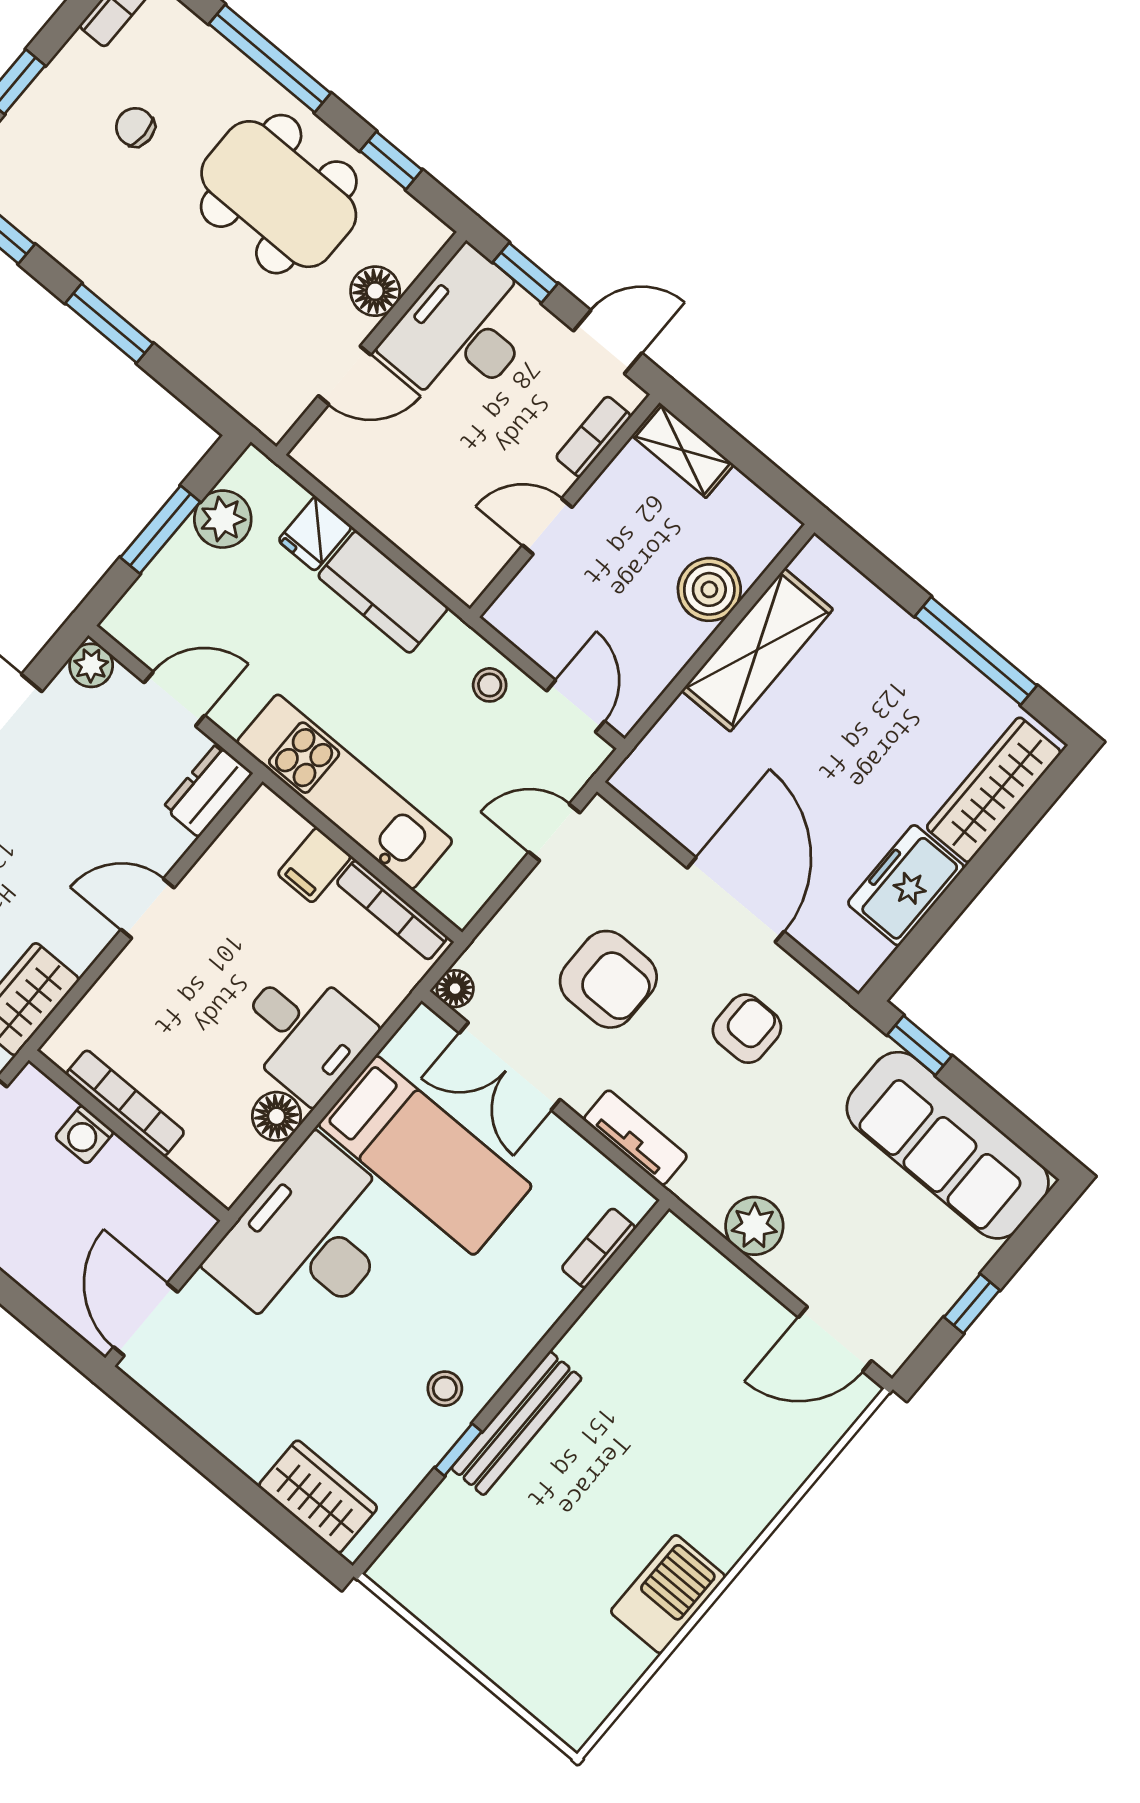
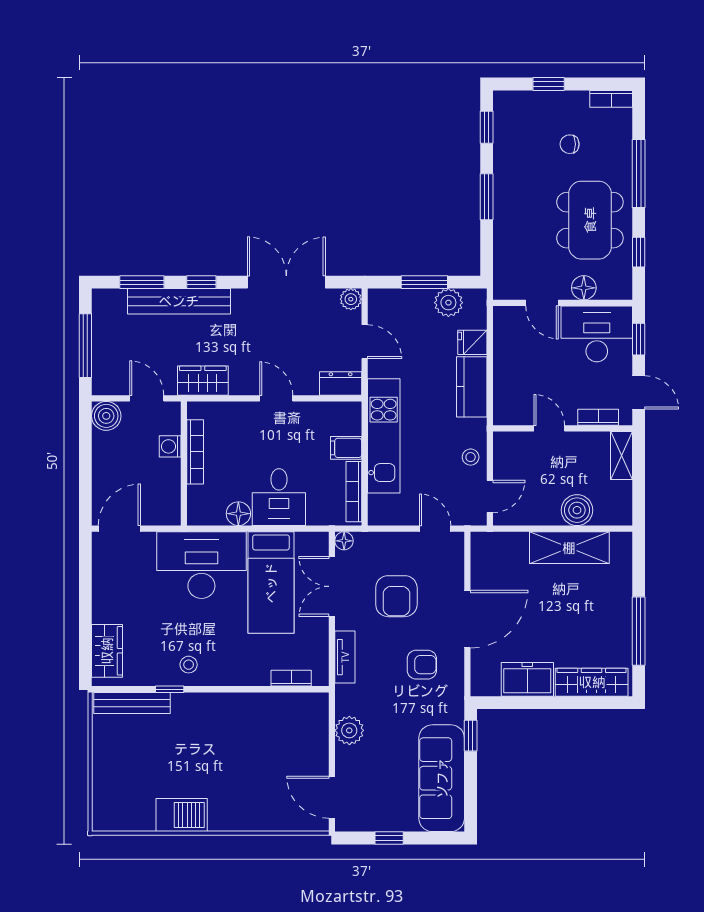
chair: (135, 127) -> (570, 144), turned -90
bench: (517, 1423) -> (132, 703), moved

